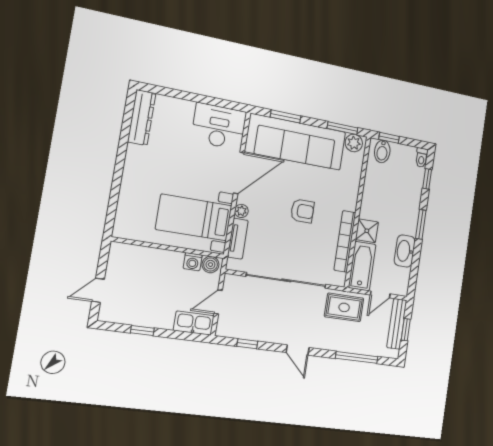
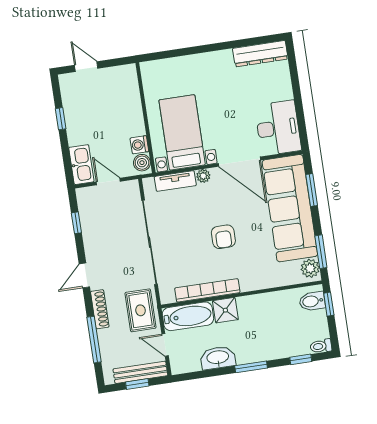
shoe rack: (332, 345) -> (100, 309), added

